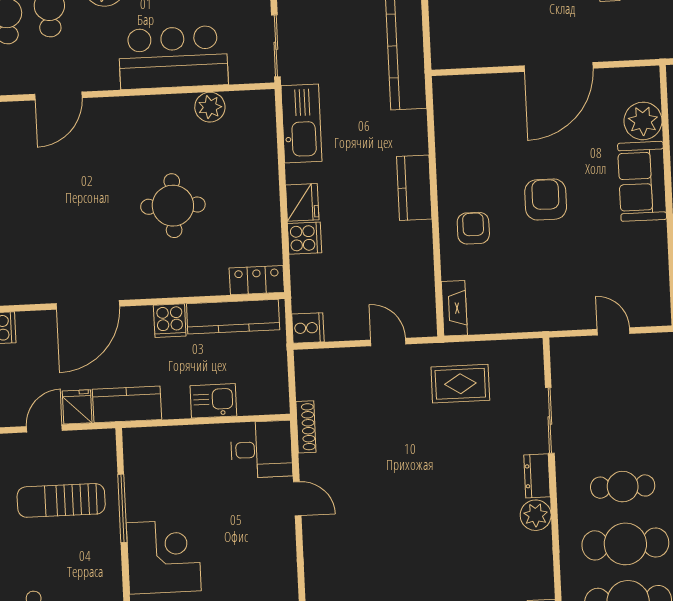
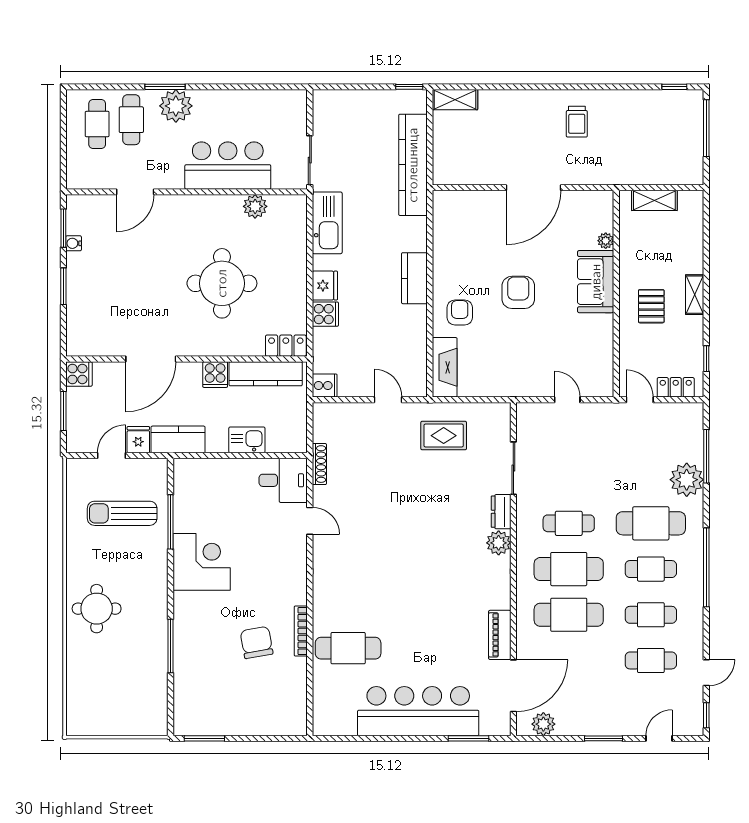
plant: (643, 121) -> (606, 241), width x0.53, depth x0.53
round table: (173, 206) -> (222, 283), width x1.36, depth x1.36
fireplace: (454, 308) -> (445, 367), width x1.37, depth x1.32

